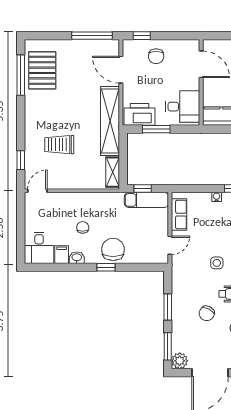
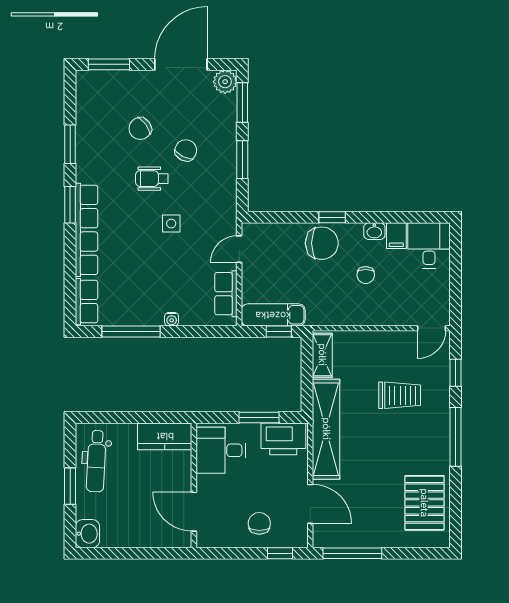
window: (21, 75) -> (456, 437), moved
chair: (113, 249) -> (322, 243), turned -90

